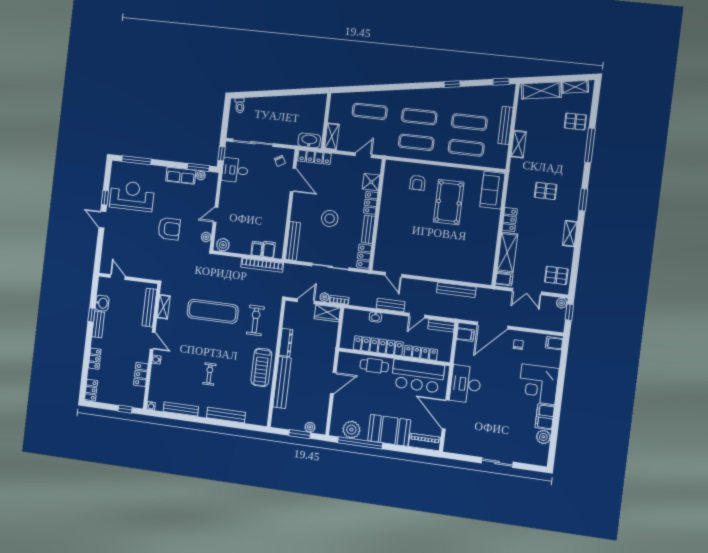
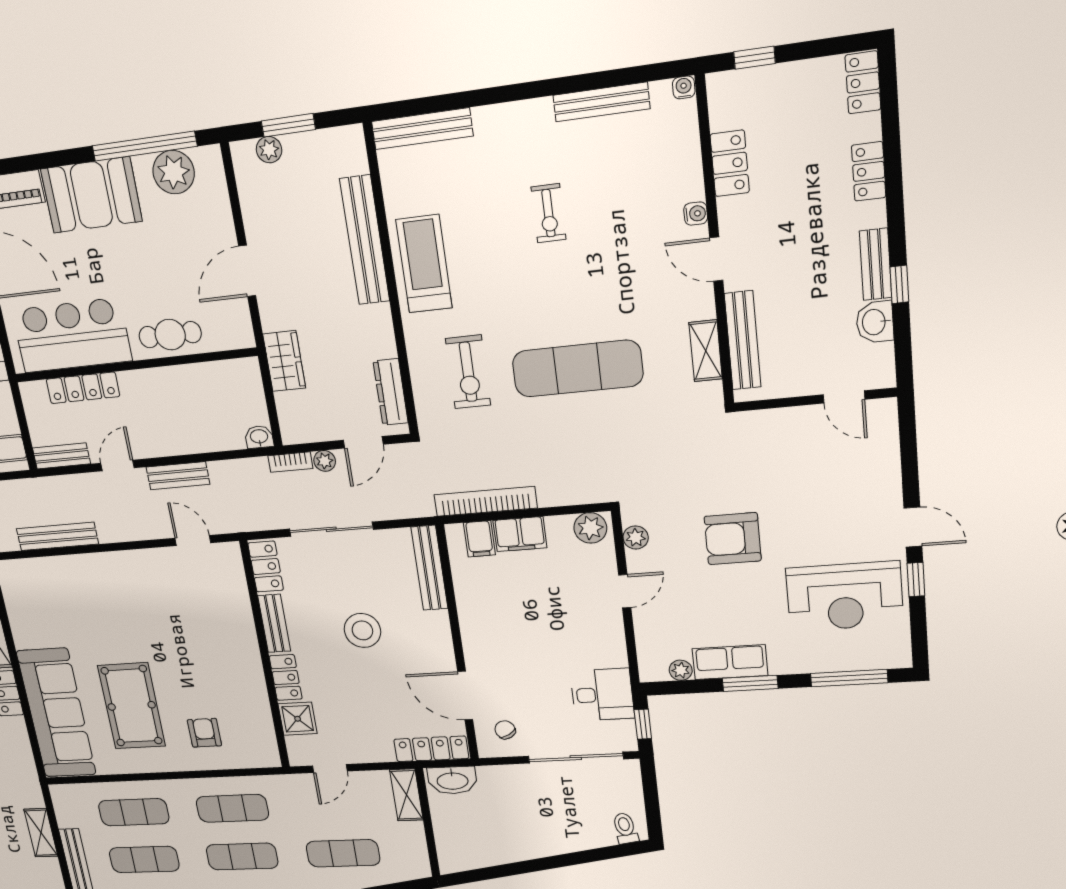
window: (198, 167) -> (750, 683), moved
sofa: (492, 190) -> (56, 713), width x1.85, depth x1.27
filing cabinet: (257, 249) -> (520, 534), width x2.00
wardrobe: (327, 313) -> (284, 361), moved, turned 90
washbasin: (375, 317) -> (259, 437), moved
dresser: (286, 342) -> (391, 392), moved
locker: (378, 346) -> (176, 381), removed
bench: (226, 415) -> (422, 129), moved

